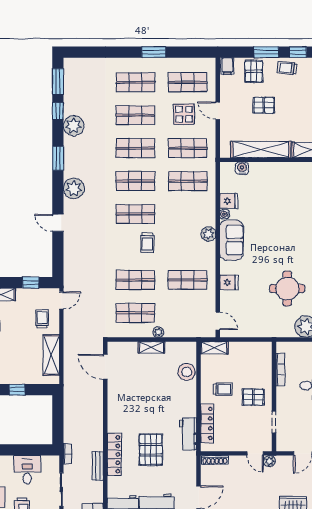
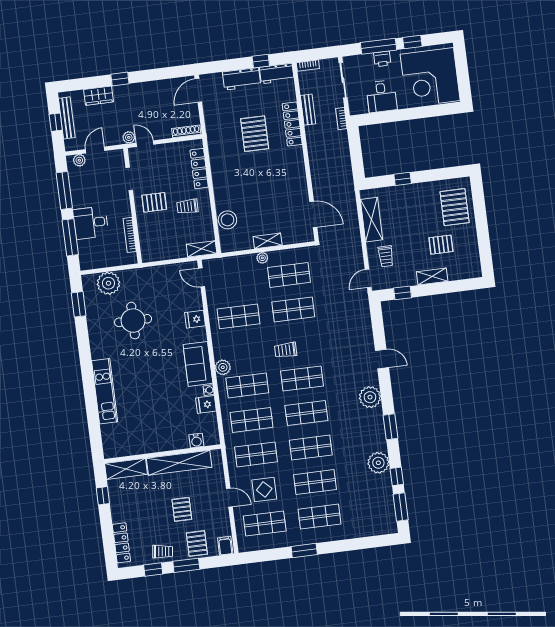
pallet: (264, 105) -> (182, 509), turned 90
shop shelf: (188, 214) -> (247, 385), added
trolley: (147, 243) -> (286, 350), turned -90
workbench: (188, 434) -> (218, 155), removed

